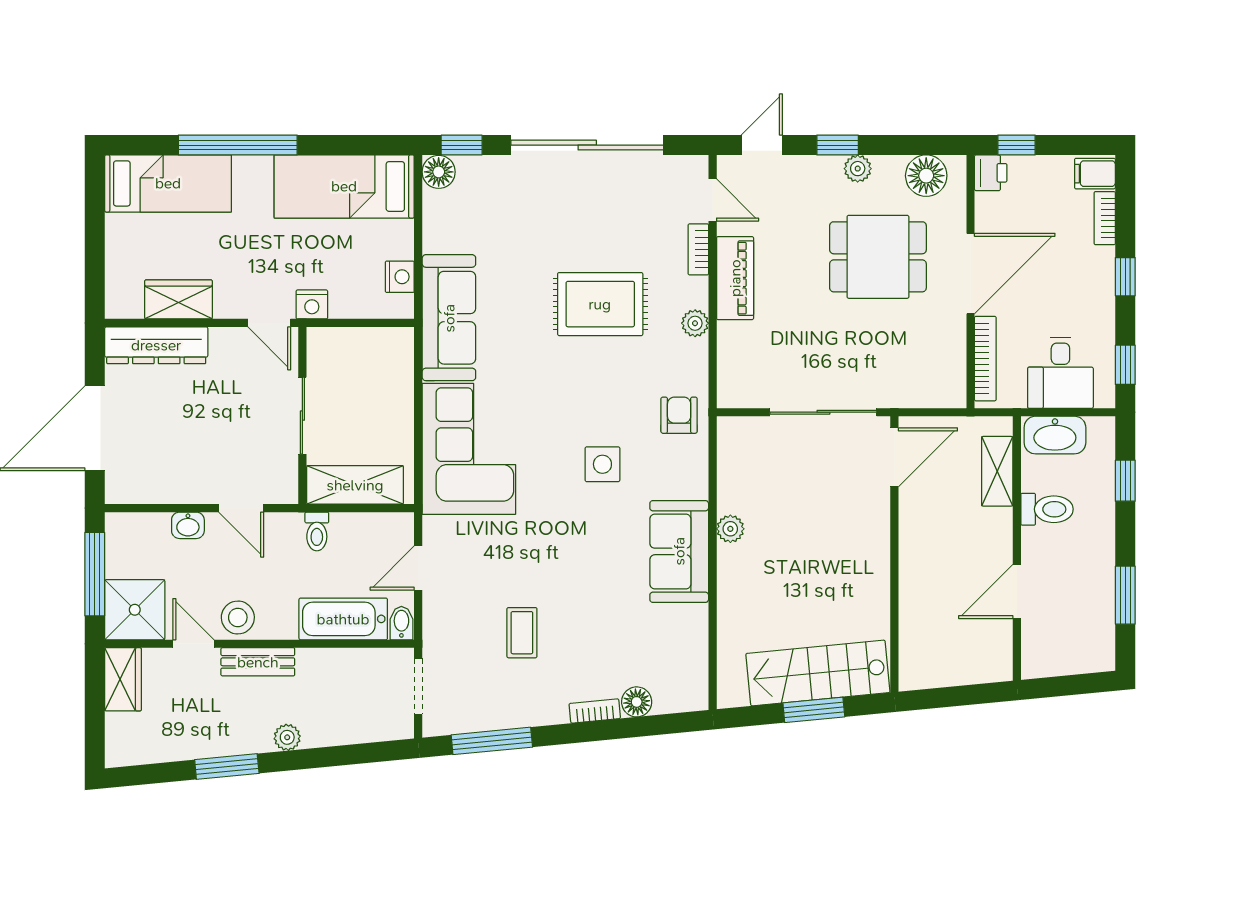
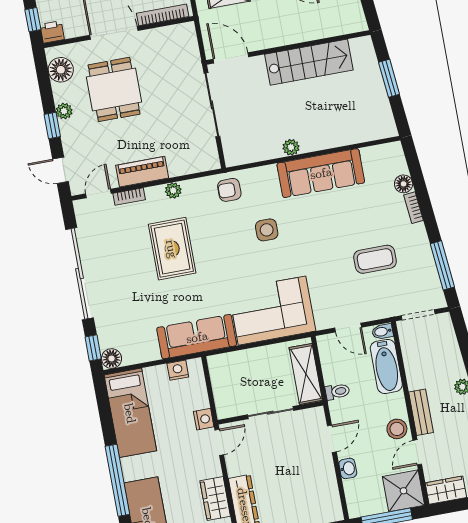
sofa: (679, 551) -> (321, 173), width x1.36
coffee table: (522, 633) -> (375, 259), width x1.36, depth x1.30
stairs: (818, 673) -> (309, 62), moved, turned -84

